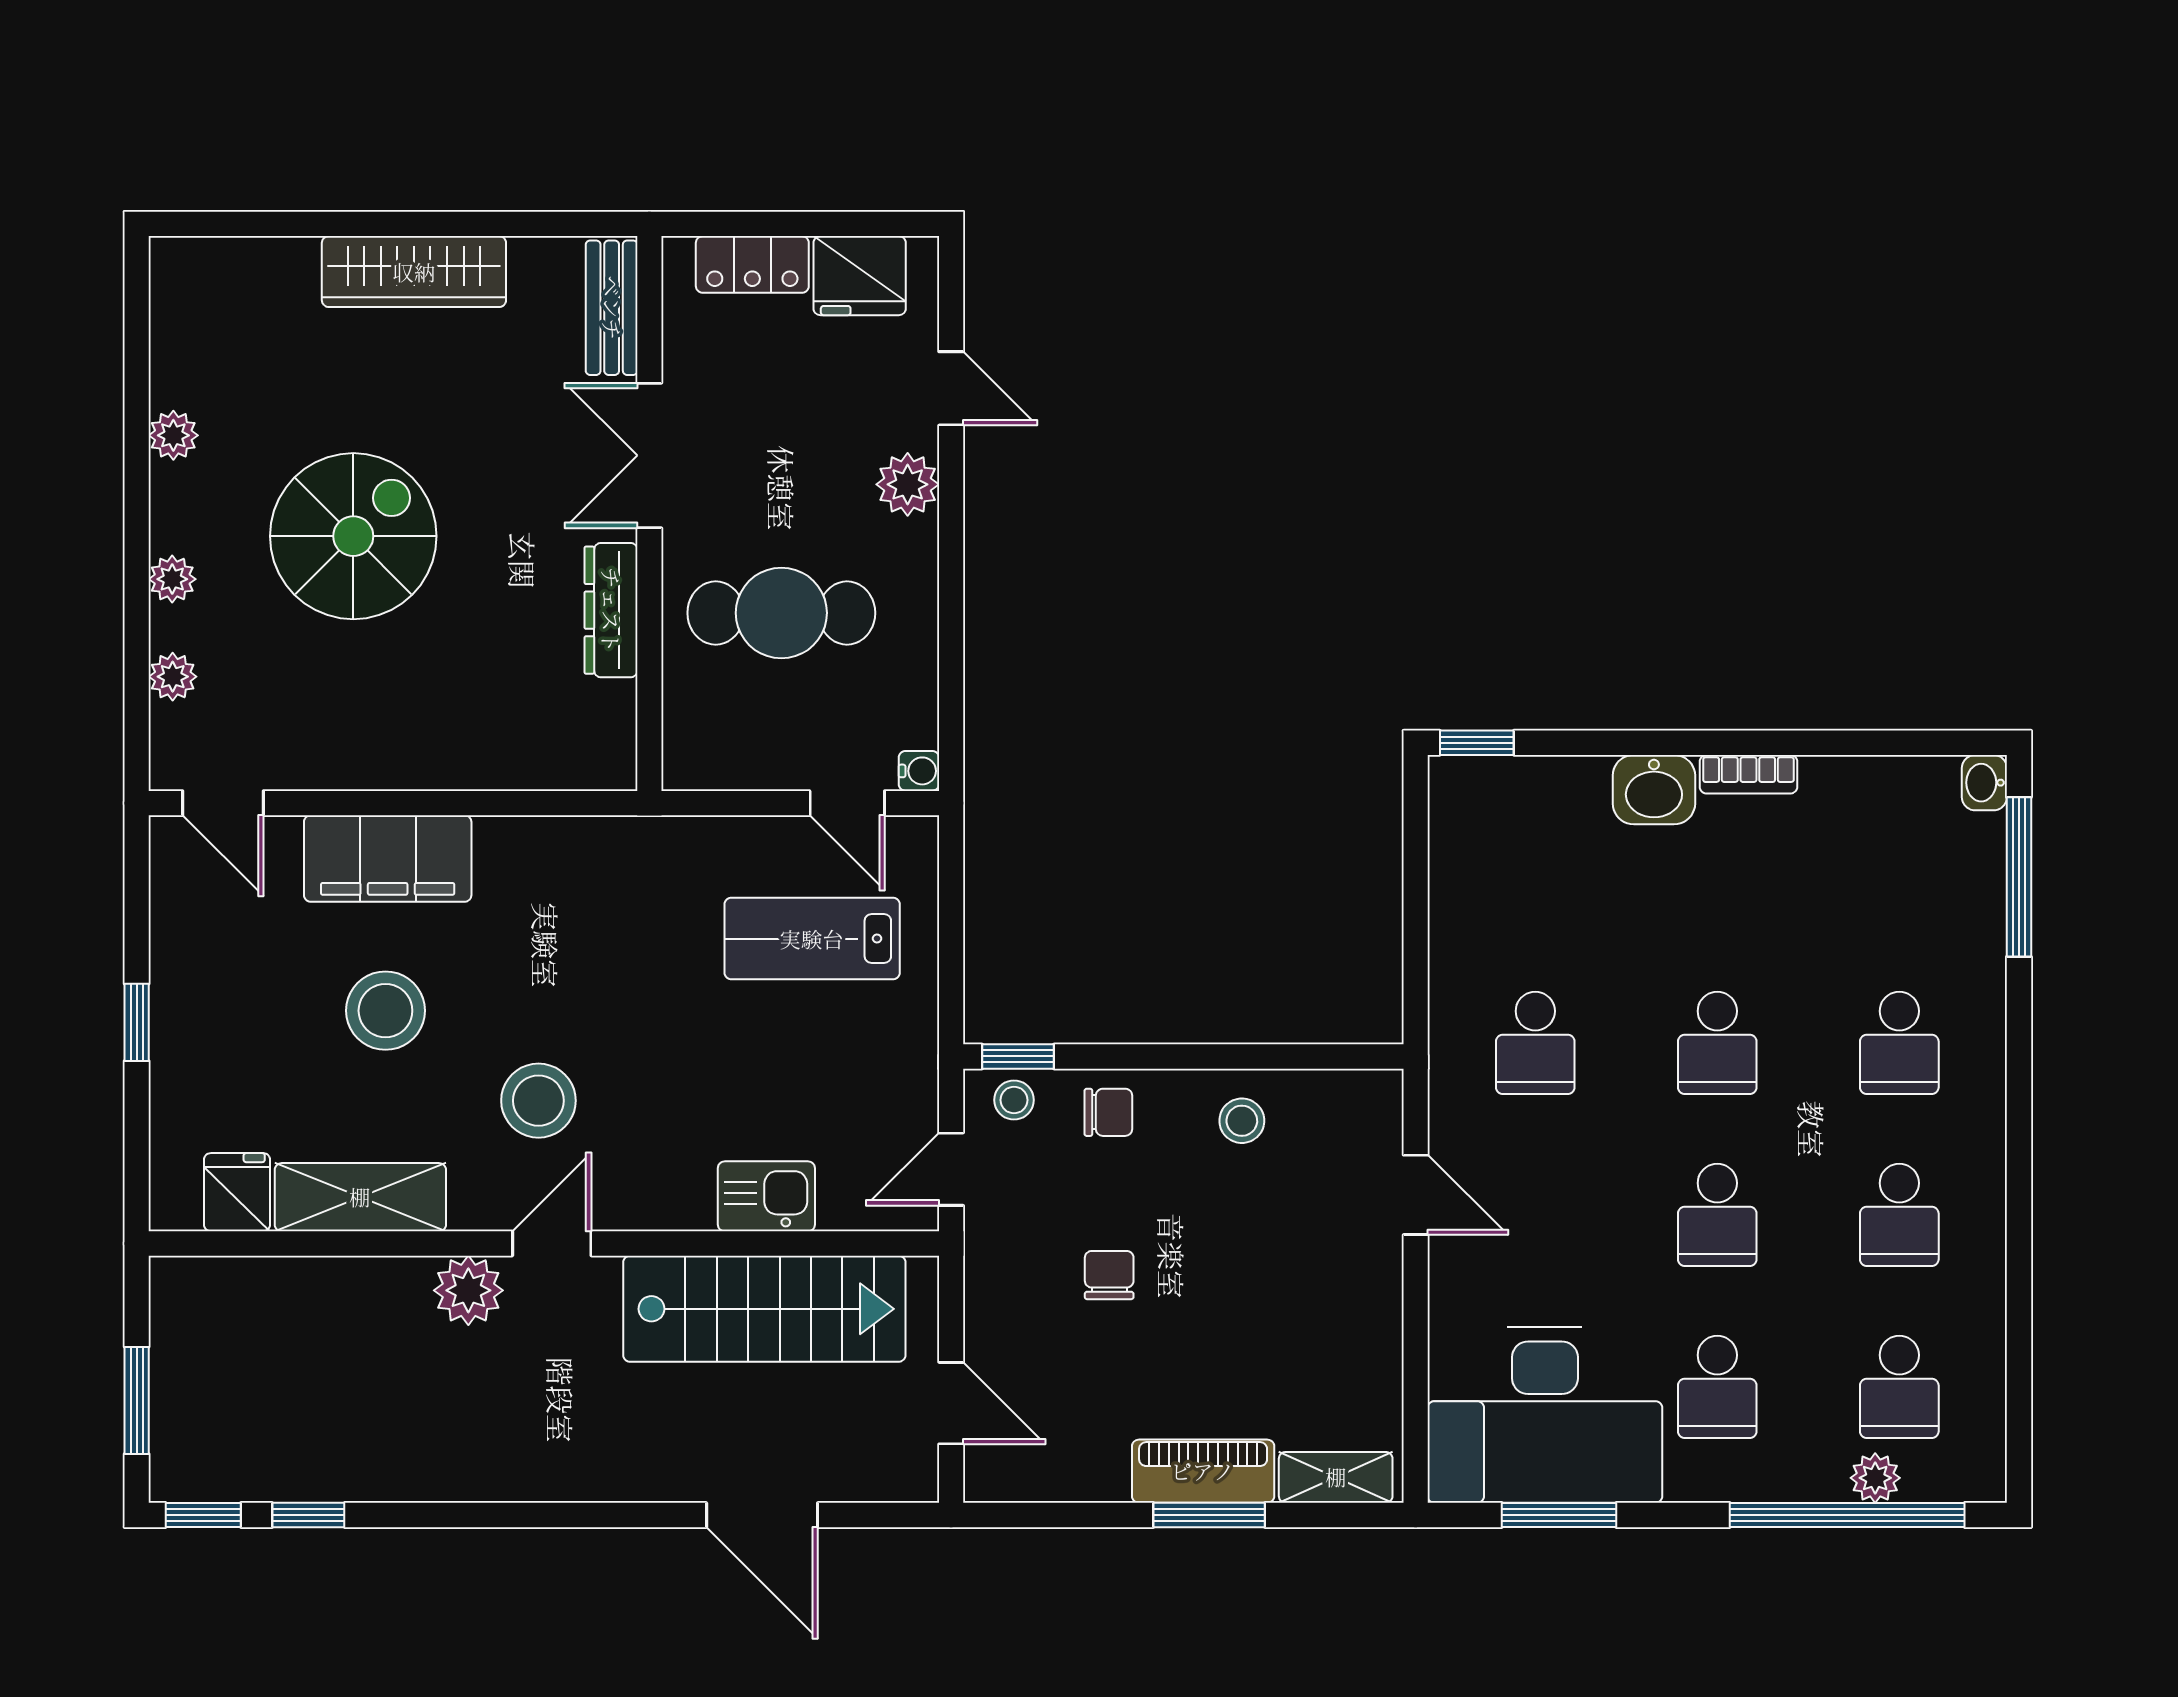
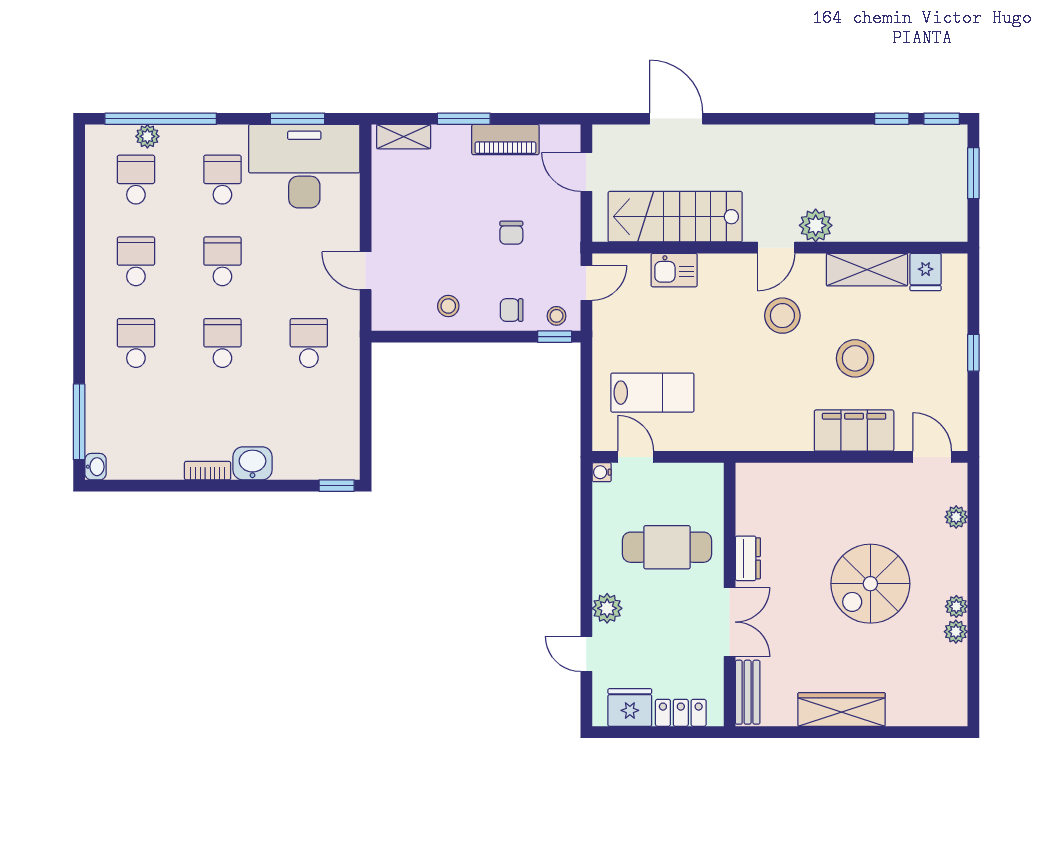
plant: (172, 579) -> (956, 606), moved
dresser: (611, 610) -> (748, 558), width x0.70
piano: (1203, 1471) -> (505, 140), moved

